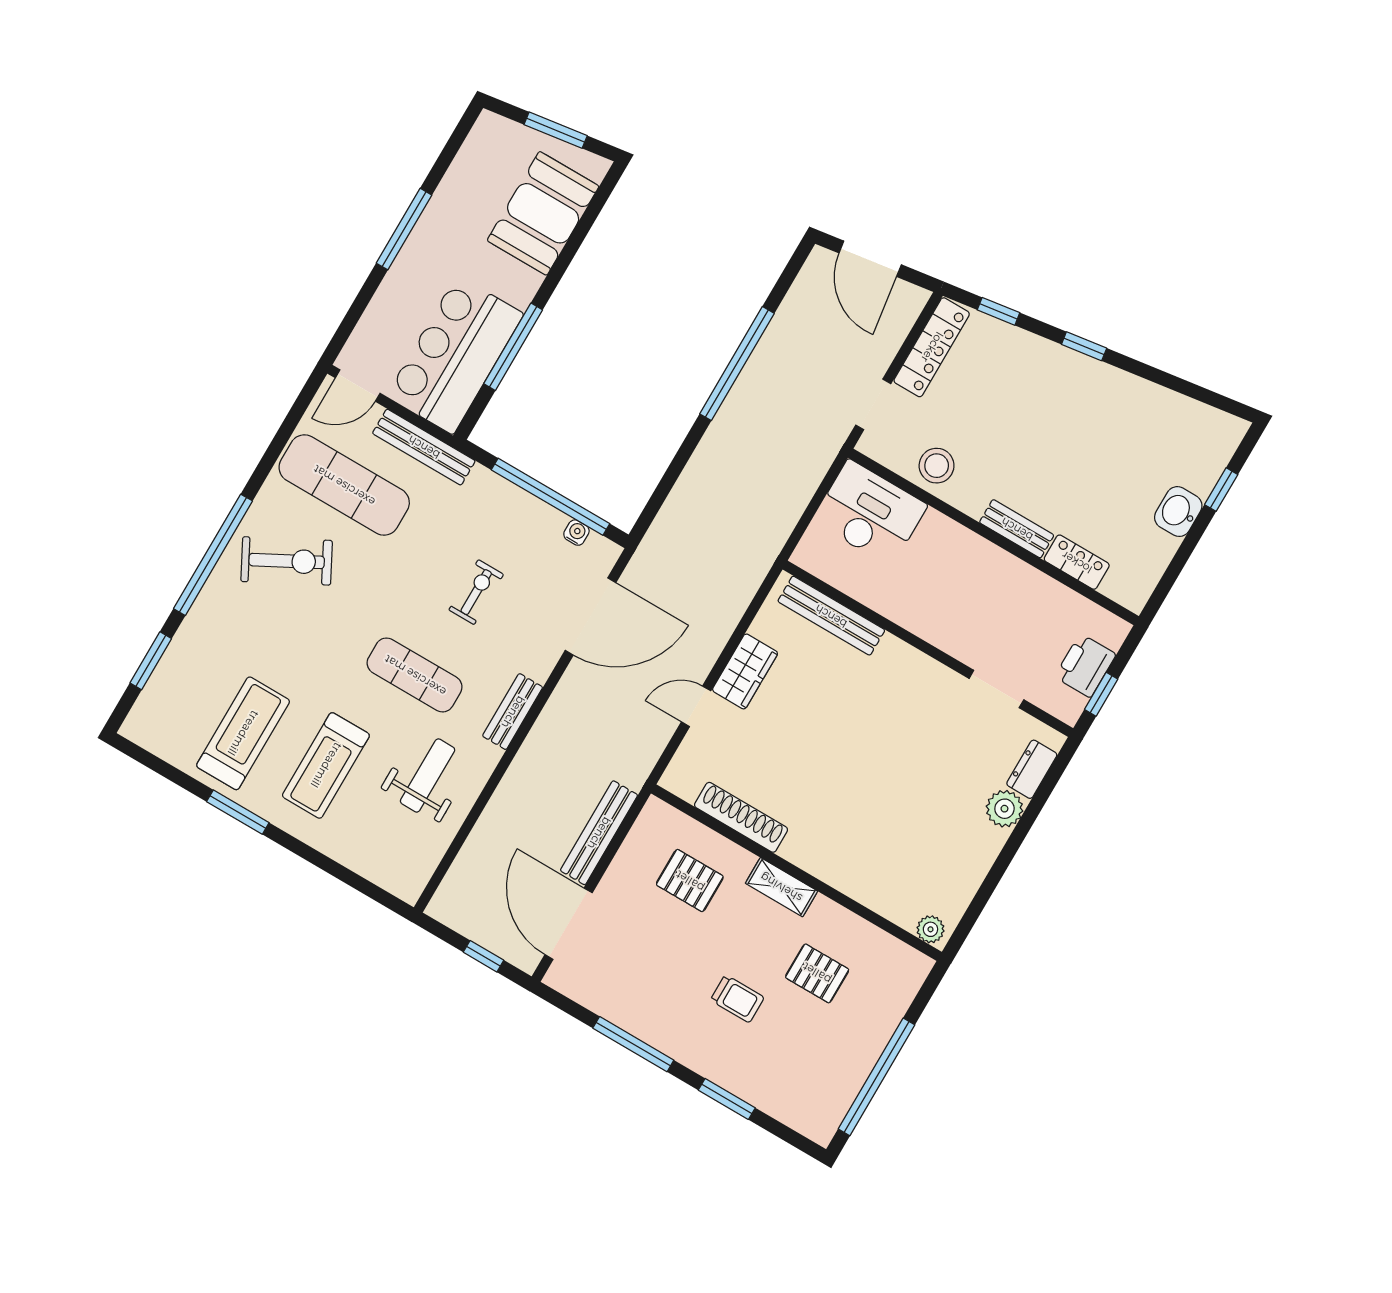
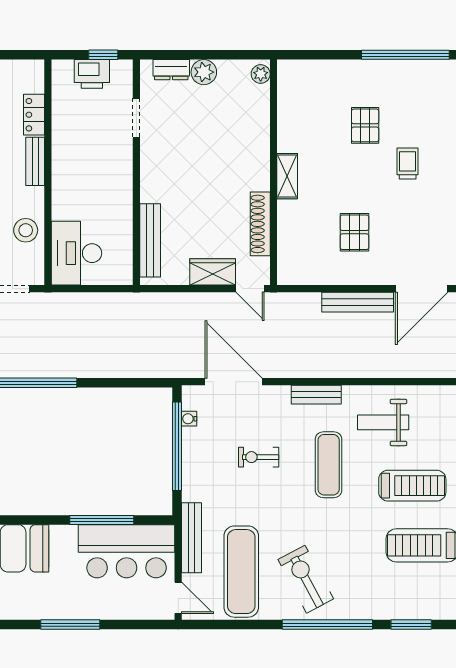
shoe rack: (741, 817) -> (260, 224), moved
wall: (796, 873) -> (274, 172), moved
shelving: (781, 887) -> (287, 176), moved
plant: (930, 929) -> (261, 74), moved

